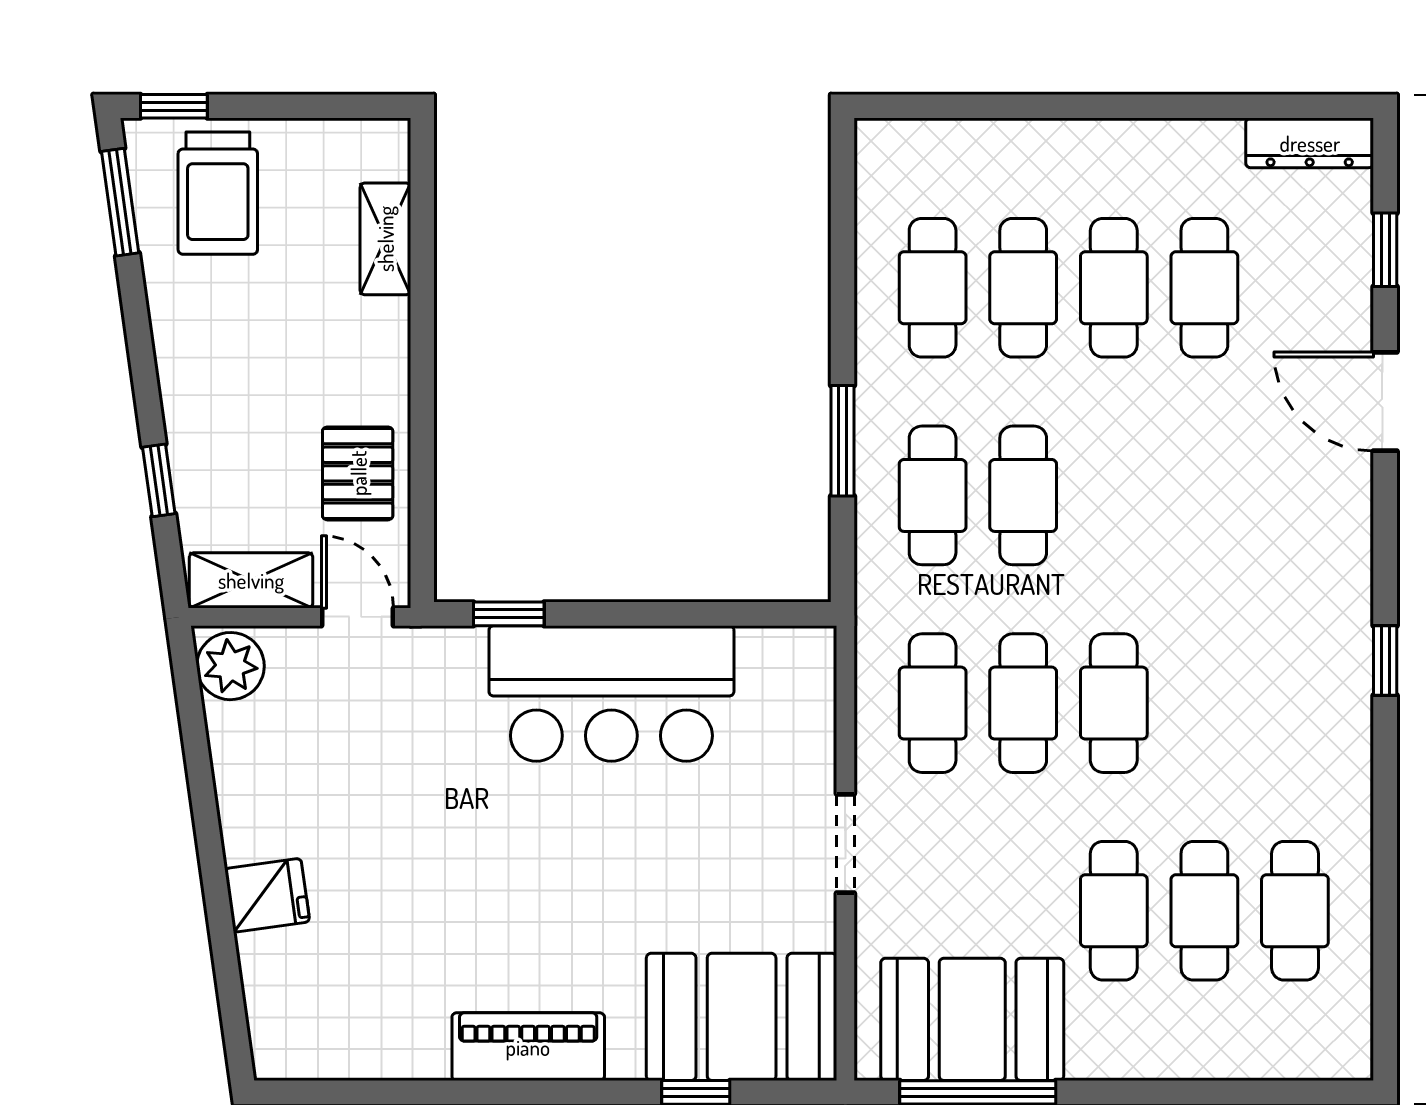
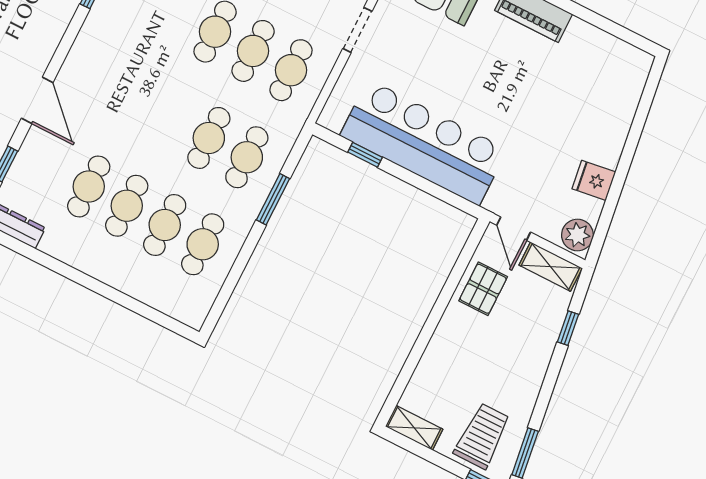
shelving: (385, 239) -> (414, 428), moved, turned 90
window: (509, 614) -> (365, 155), moved
bar counter: (611, 694) -> (424, 142), width x1.36
fridge: (267, 895) -> (594, 180), moved

